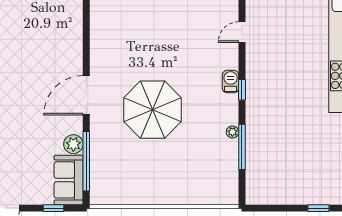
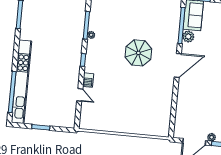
door: (242, 32) -> (80, 95), hinge flipped
barbecue: (231, 82) -> (88, 80), moved
parasol: (153, 110) -> (138, 53), width x0.73, depth x0.73

